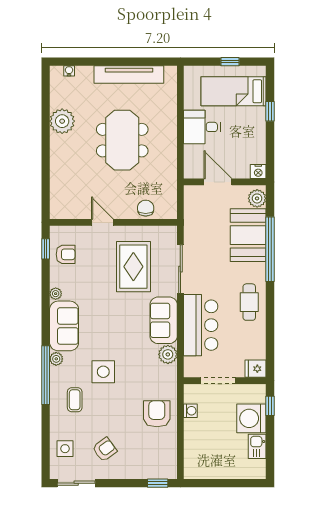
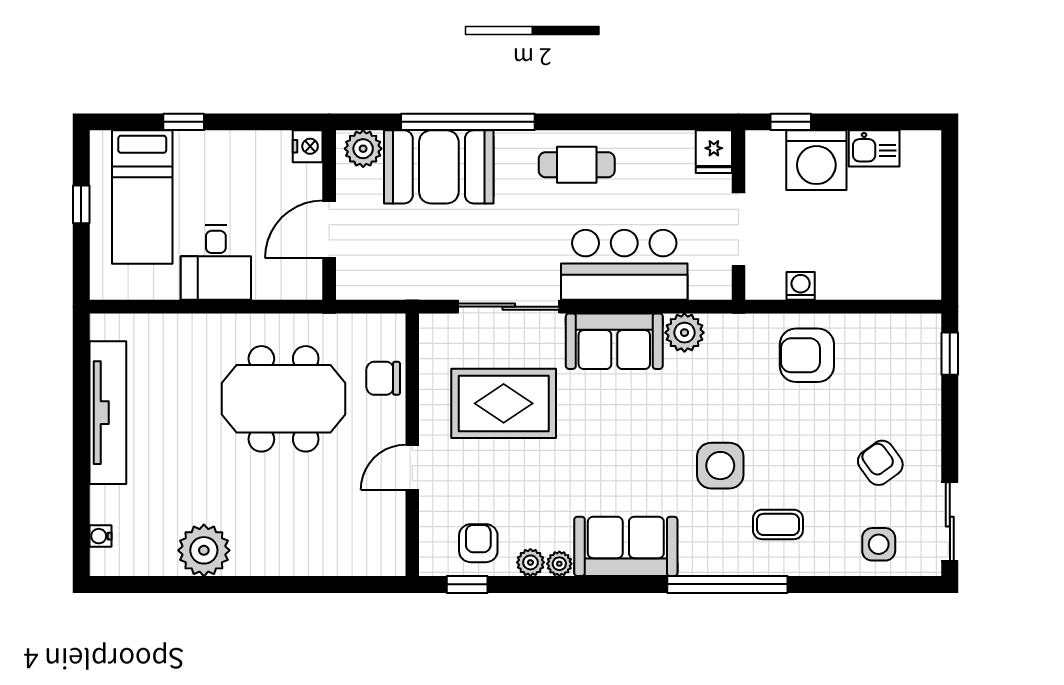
meeting table: (122, 140) -> (284, 399), moved
plant: (56, 359) -> (530, 562), moved

